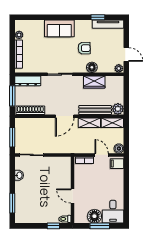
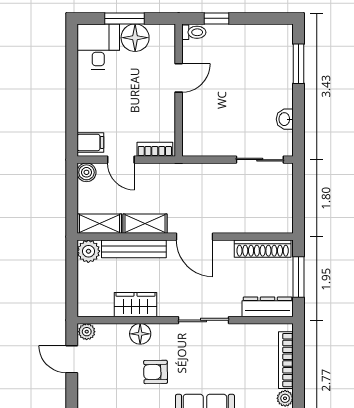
door: (65, 116) -> (195, 237), swing flipped
window: (12, 137) -> (298, 195), removed
door: (73, 196) -> (179, 78), hinge flipped

